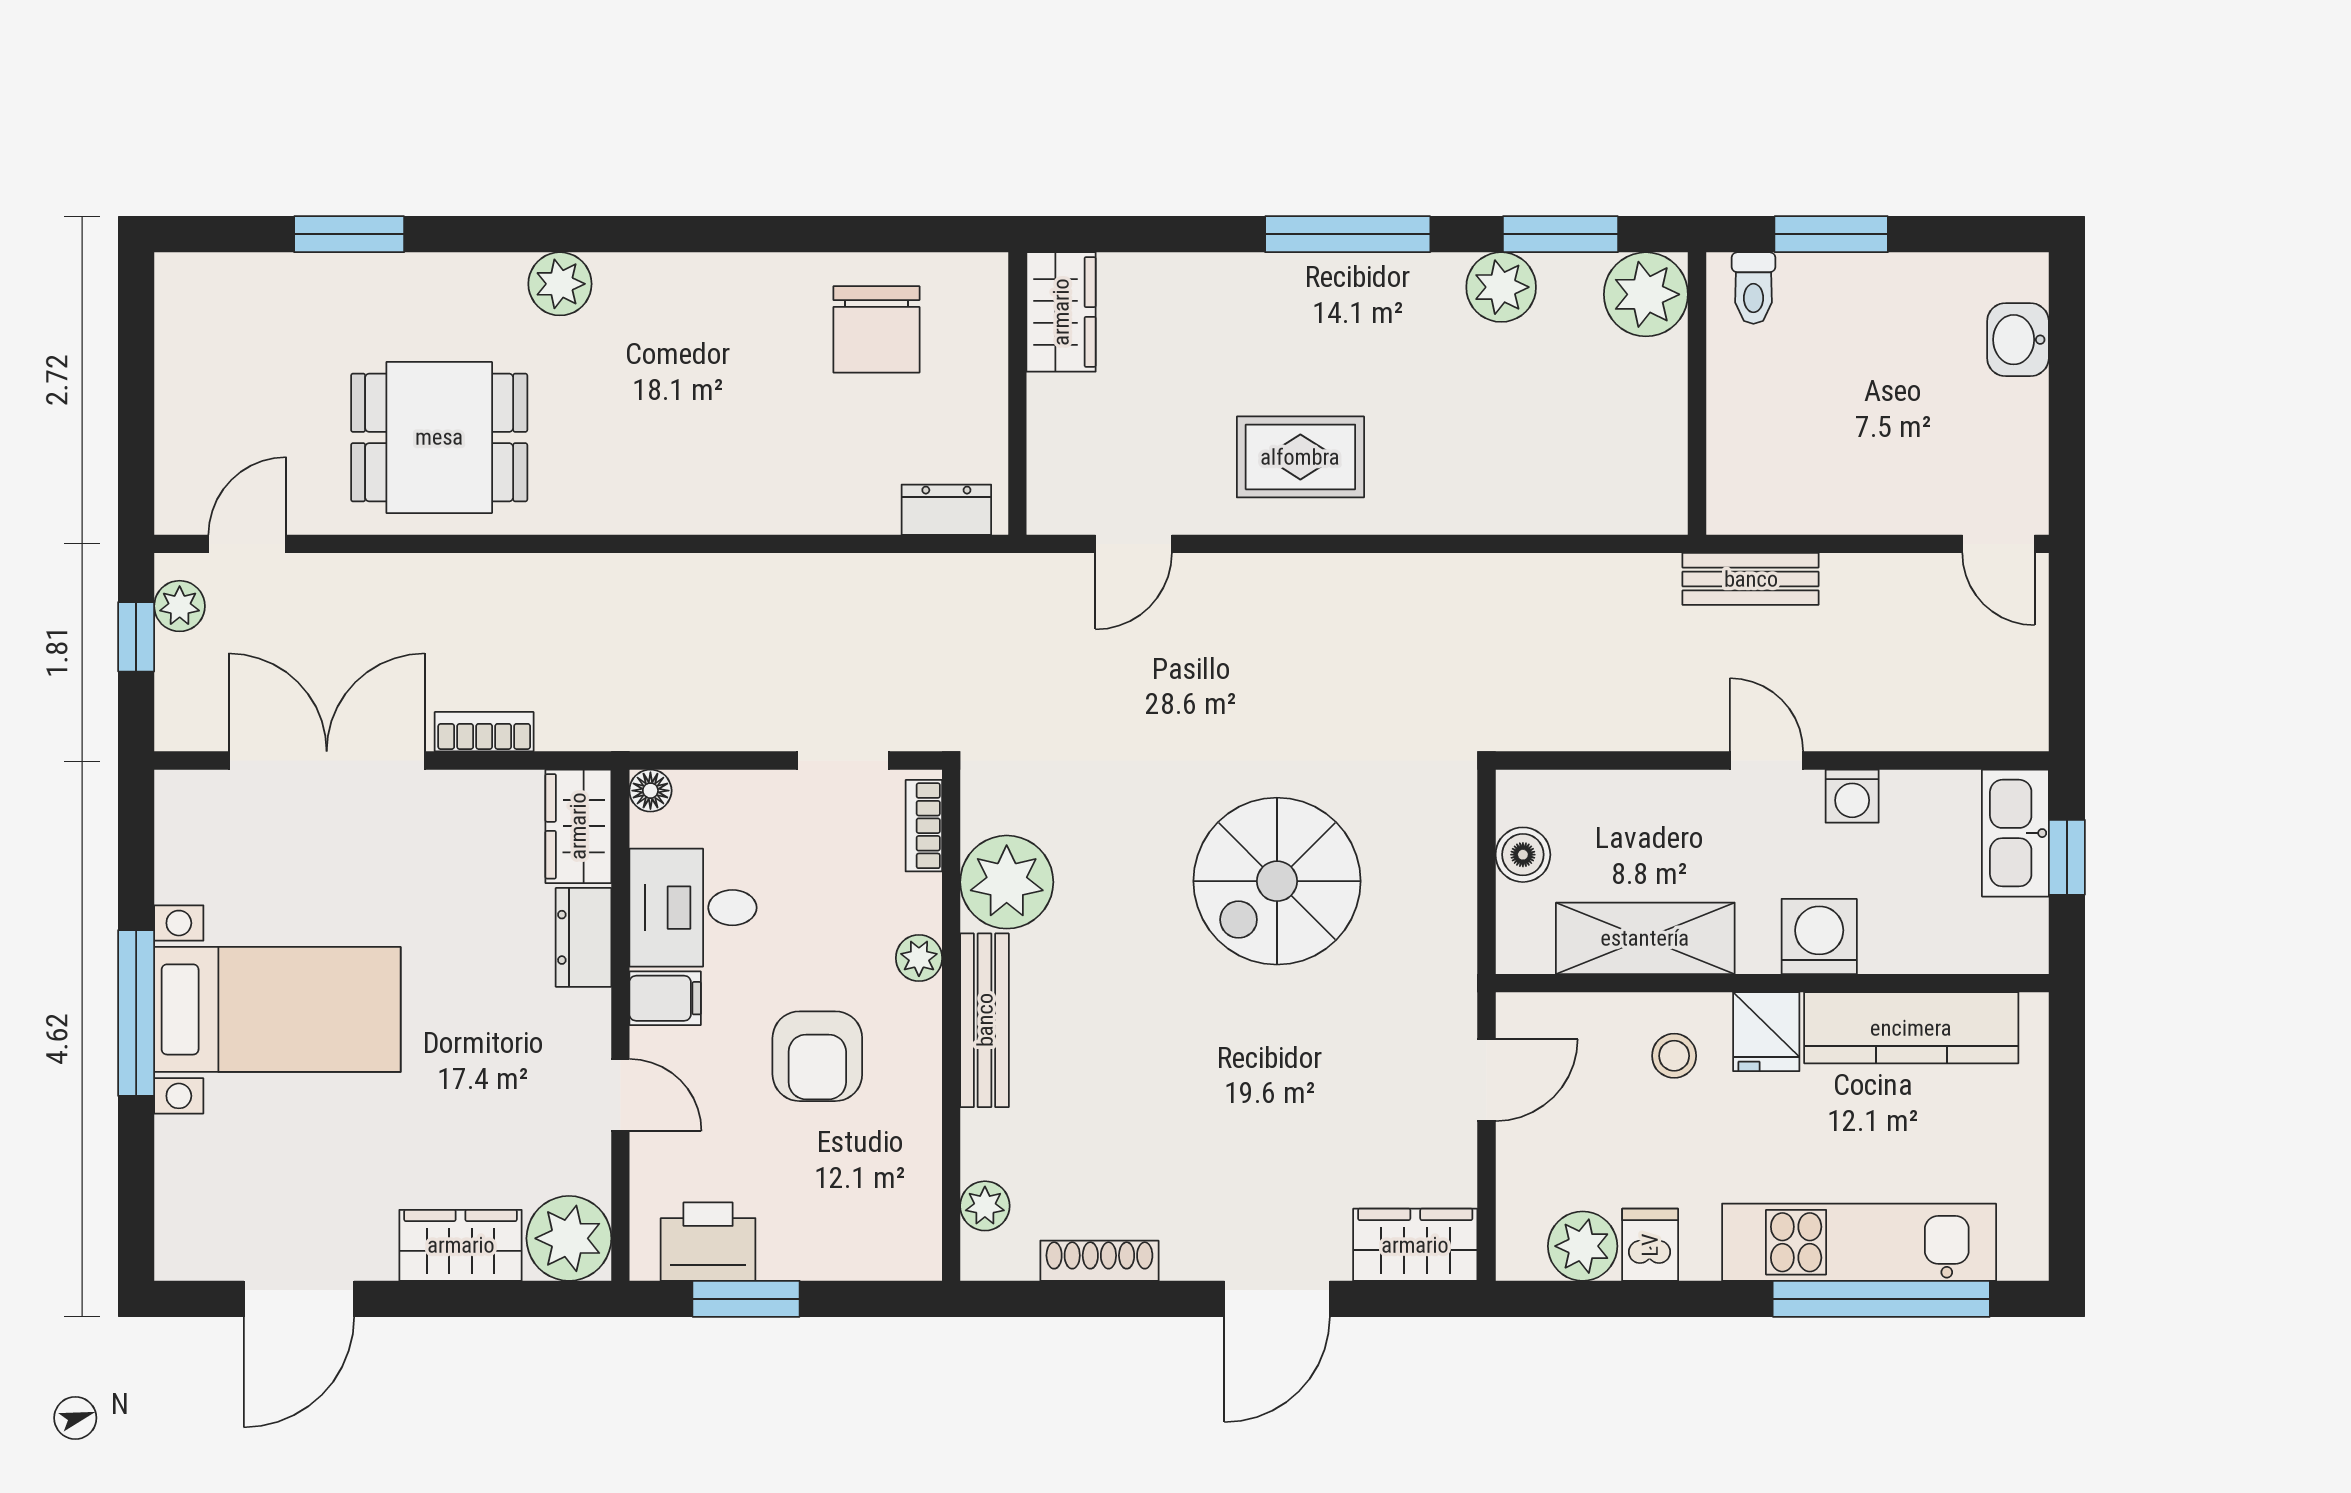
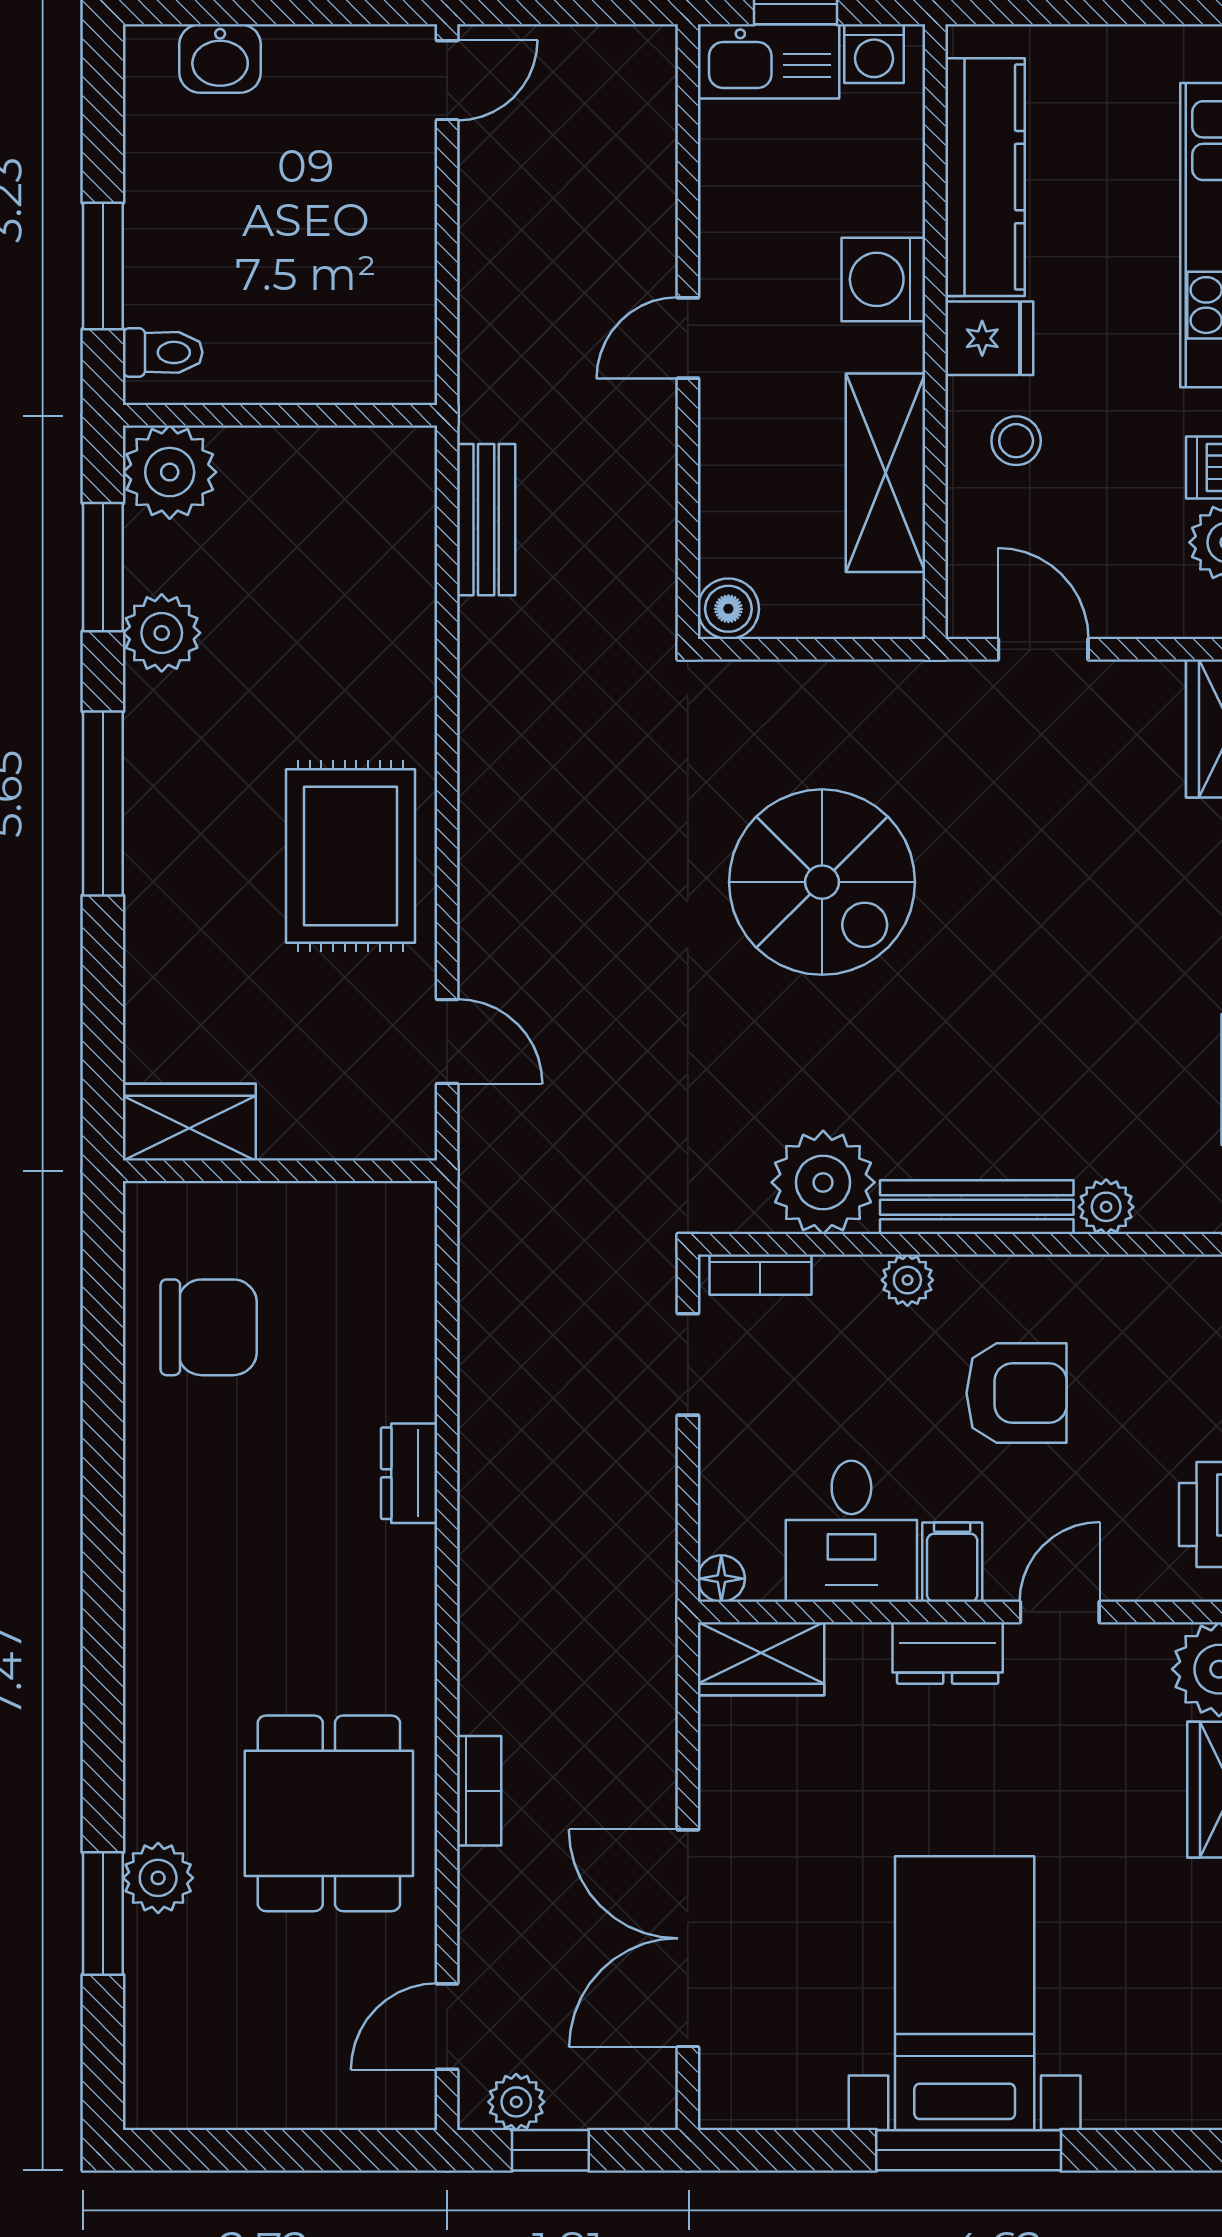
plant: (560, 284) -> (158, 1878), moved
rug: (1300, 457) -> (350, 856), width x1.36, depth x1.43
dresser: (946, 510) -> (409, 1473), moved
door: (247, 544) -> (447, 2027), hinge flipped
bench: (1751, 579) -> (486, 520), moved
bookcase: (484, 732) -> (479, 1791), moved, turned 180
washing machine: (1852, 796) -> (874, 54), moved, turned 90
boiler: (1523, 855) -> (728, 609), moved
dresser: (584, 937) -> (948, 1653), moved
plant: (985, 1206) -> (1106, 1207), moved

